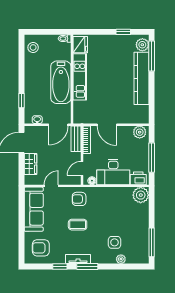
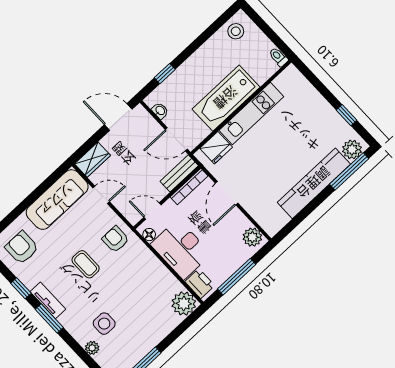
fridge: (80, 45) -> (216, 148), moved
wardrobe: (30, 164) -> (92, 160), moved

